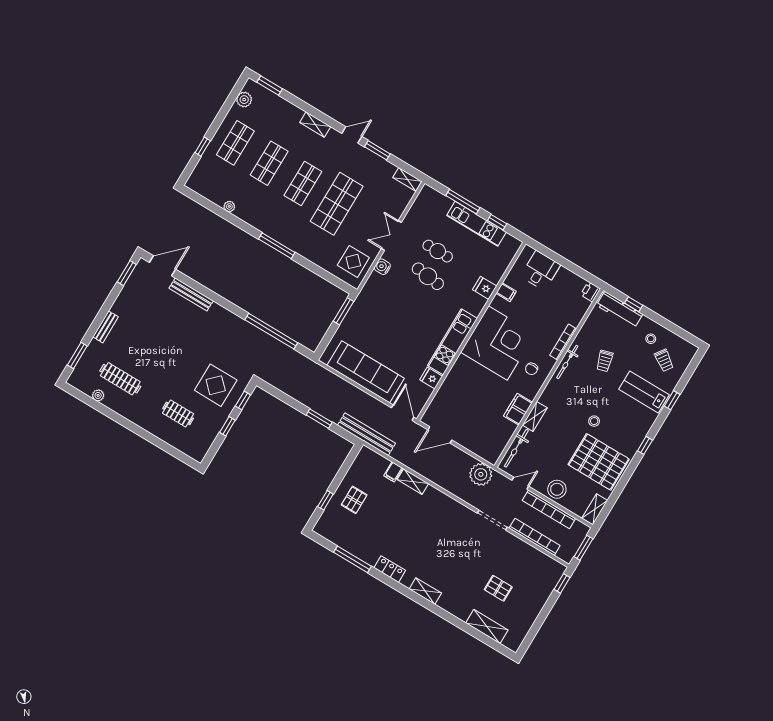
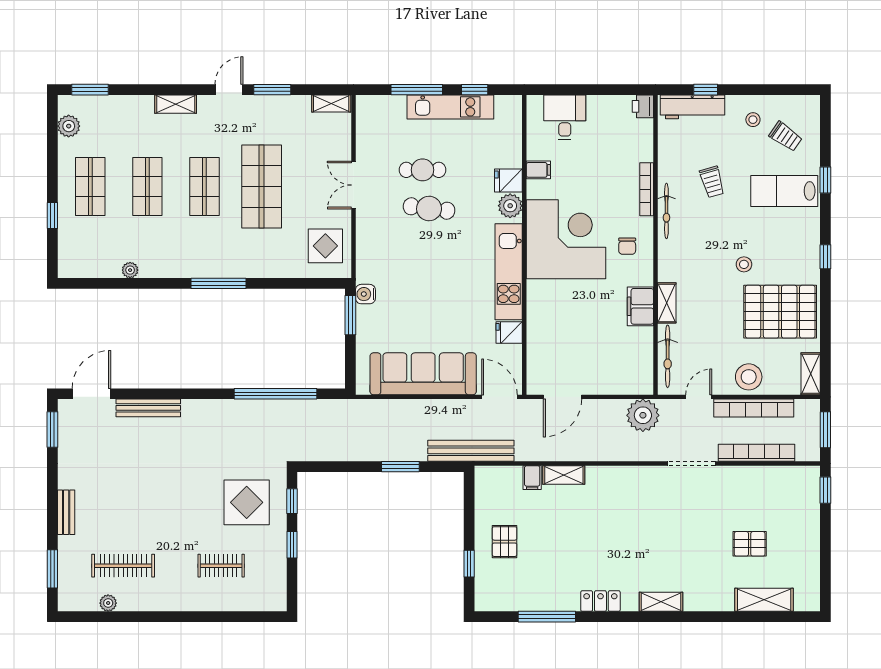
water cooler: (382, 267) -> (365, 294), moved
plant: (477, 303) -> (510, 206), added

